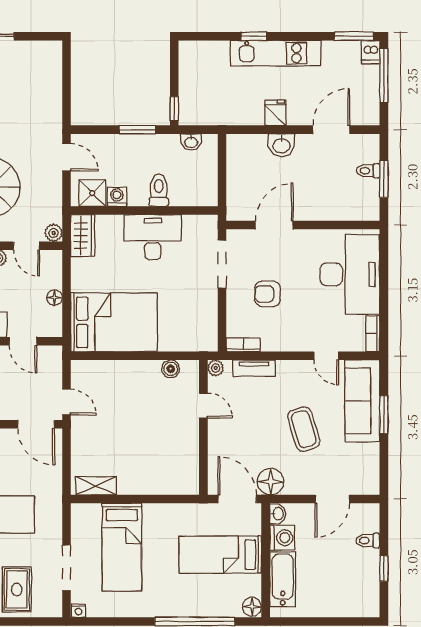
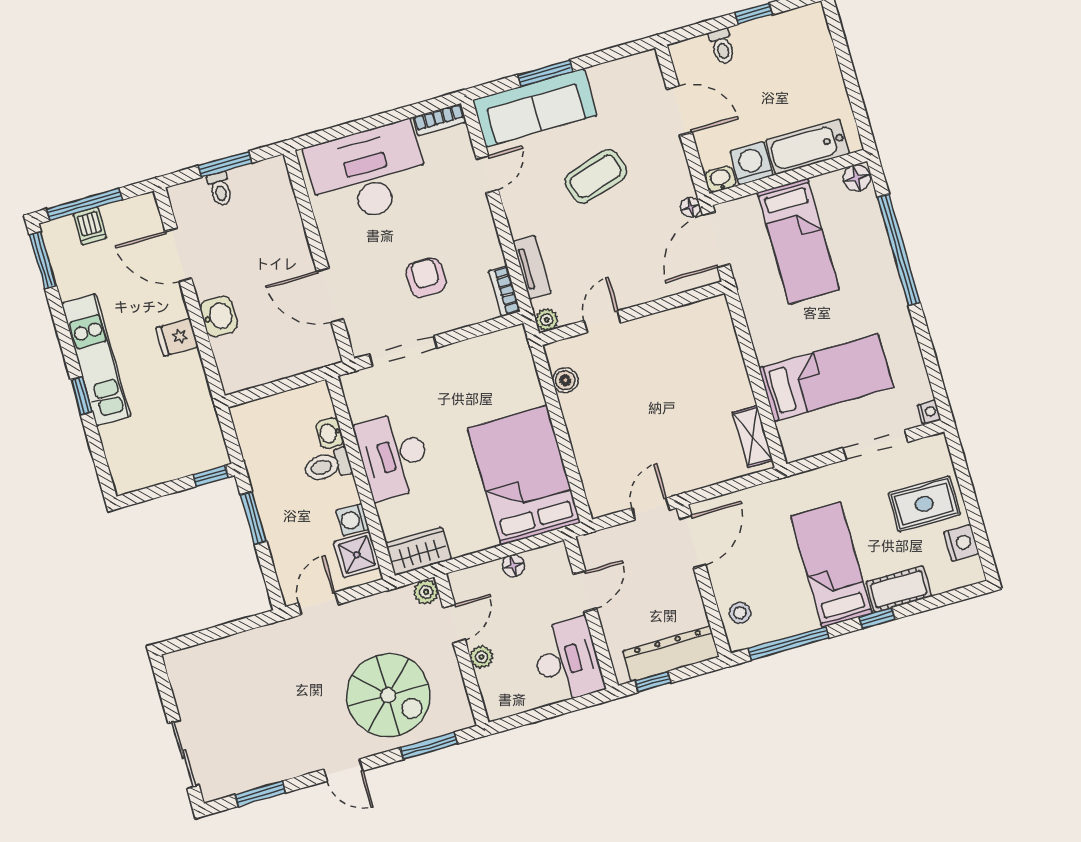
dishwasher: (371, 52) -> (90, 226), moved, turned 90
washbasin: (191, 142) -> (330, 433), moved, turned 180
armchair: (268, 294) -> (426, 278), turned 180
floor lamp: (270, 482) -> (691, 207), width x0.53, depth x0.53

